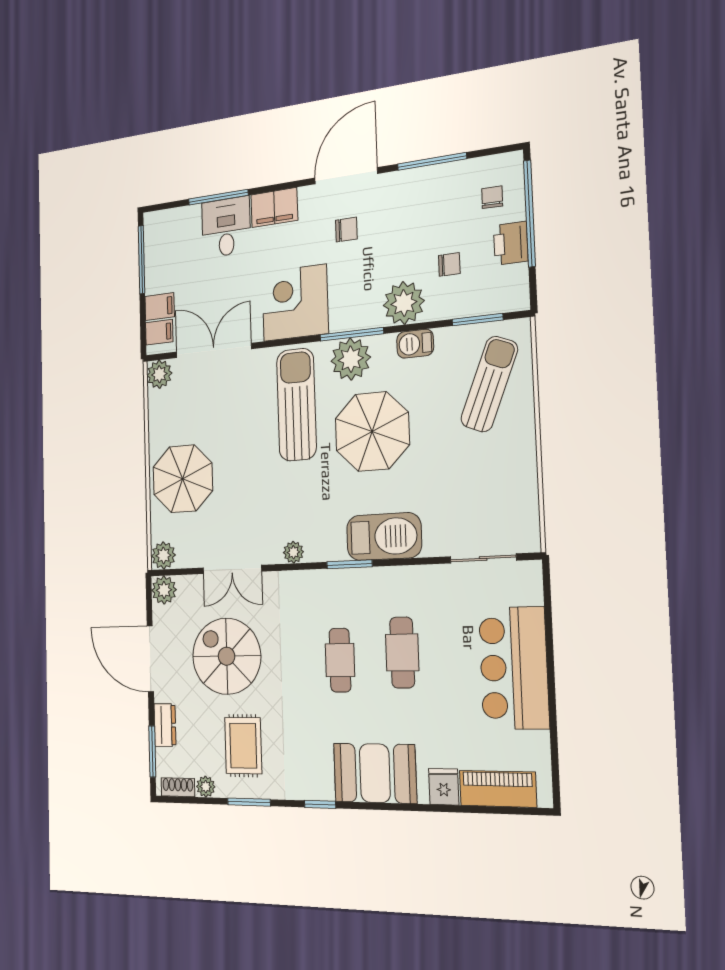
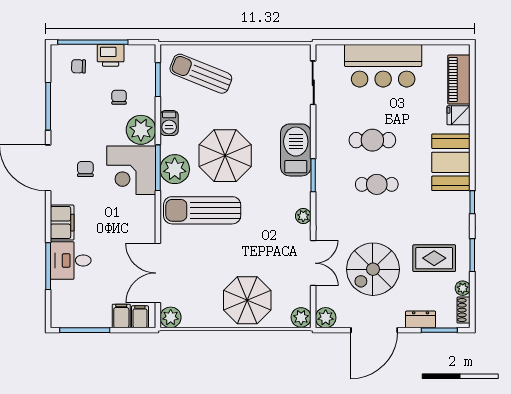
corner desk: (295, 303) -> (131, 170), moved

